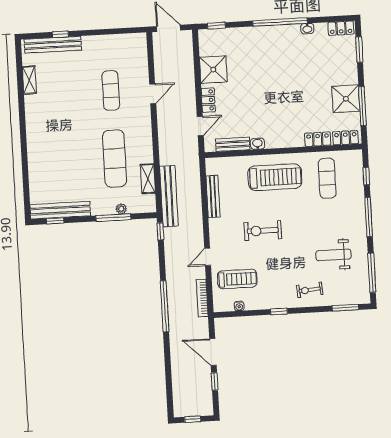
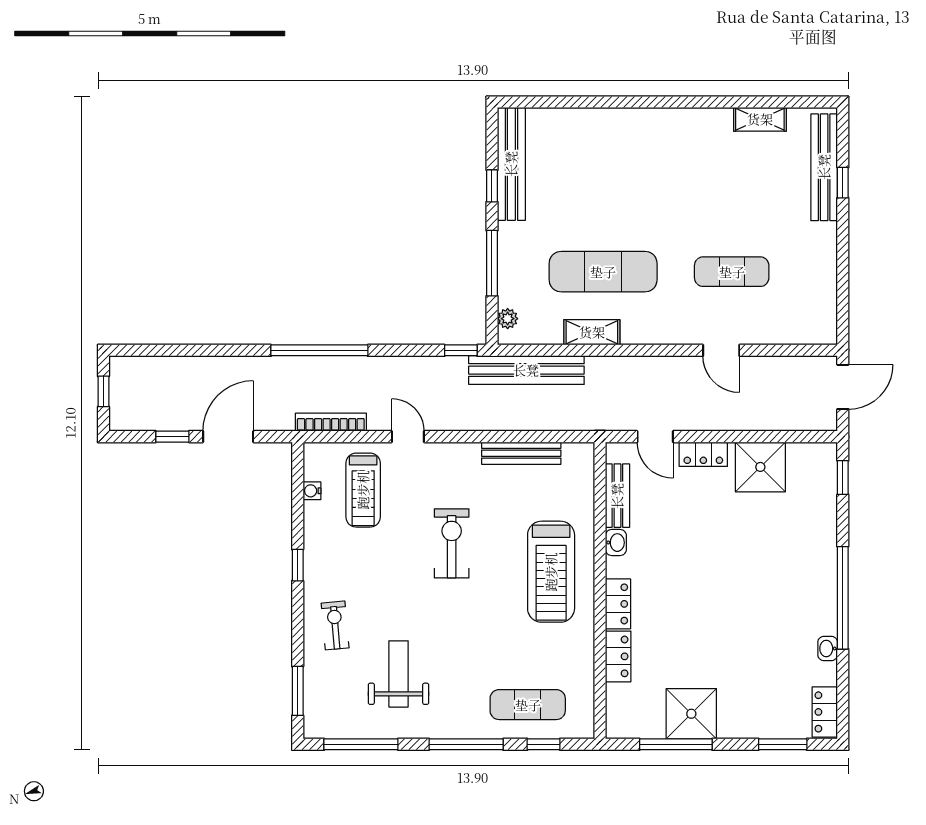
locker: (345, 138) -> (618, 604), moved
exercise mat: (327, 178) -> (528, 705), moved
shelving: (148, 179) -> (592, 332), moved
plant: (121, 209) -> (508, 319), moved
window: (55, 221) -> (492, 186), moved

